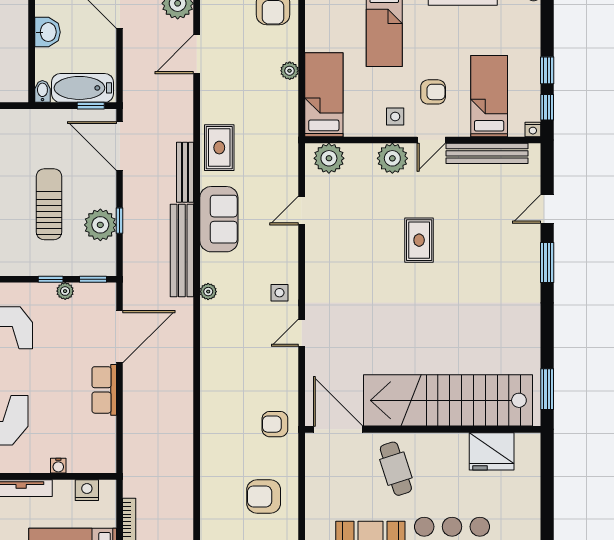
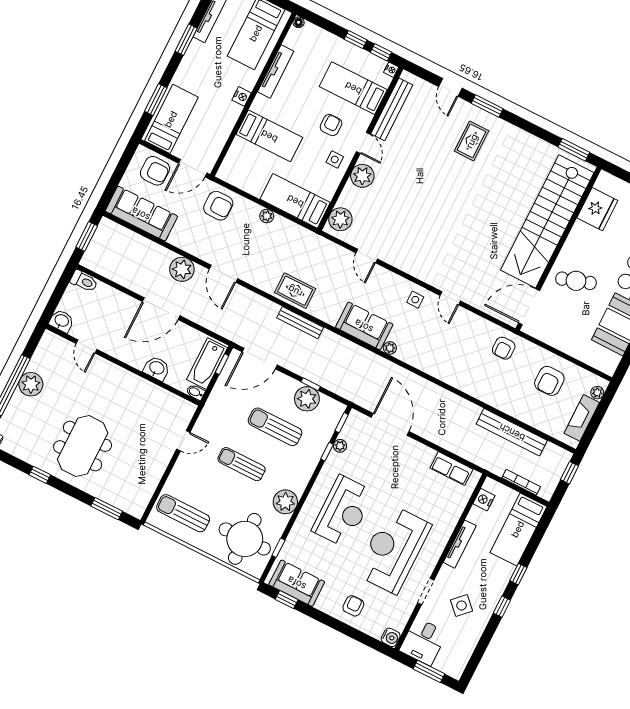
sofa: (219, 219) -> (364, 326), moved
rug: (419, 240) -> (472, 141), moved, turned 90
bench: (182, 250) -> (512, 432), moved
row of seats: (104, 390) -> (451, 469), moved
water cooler: (58, 466) -> (457, 511), removed

